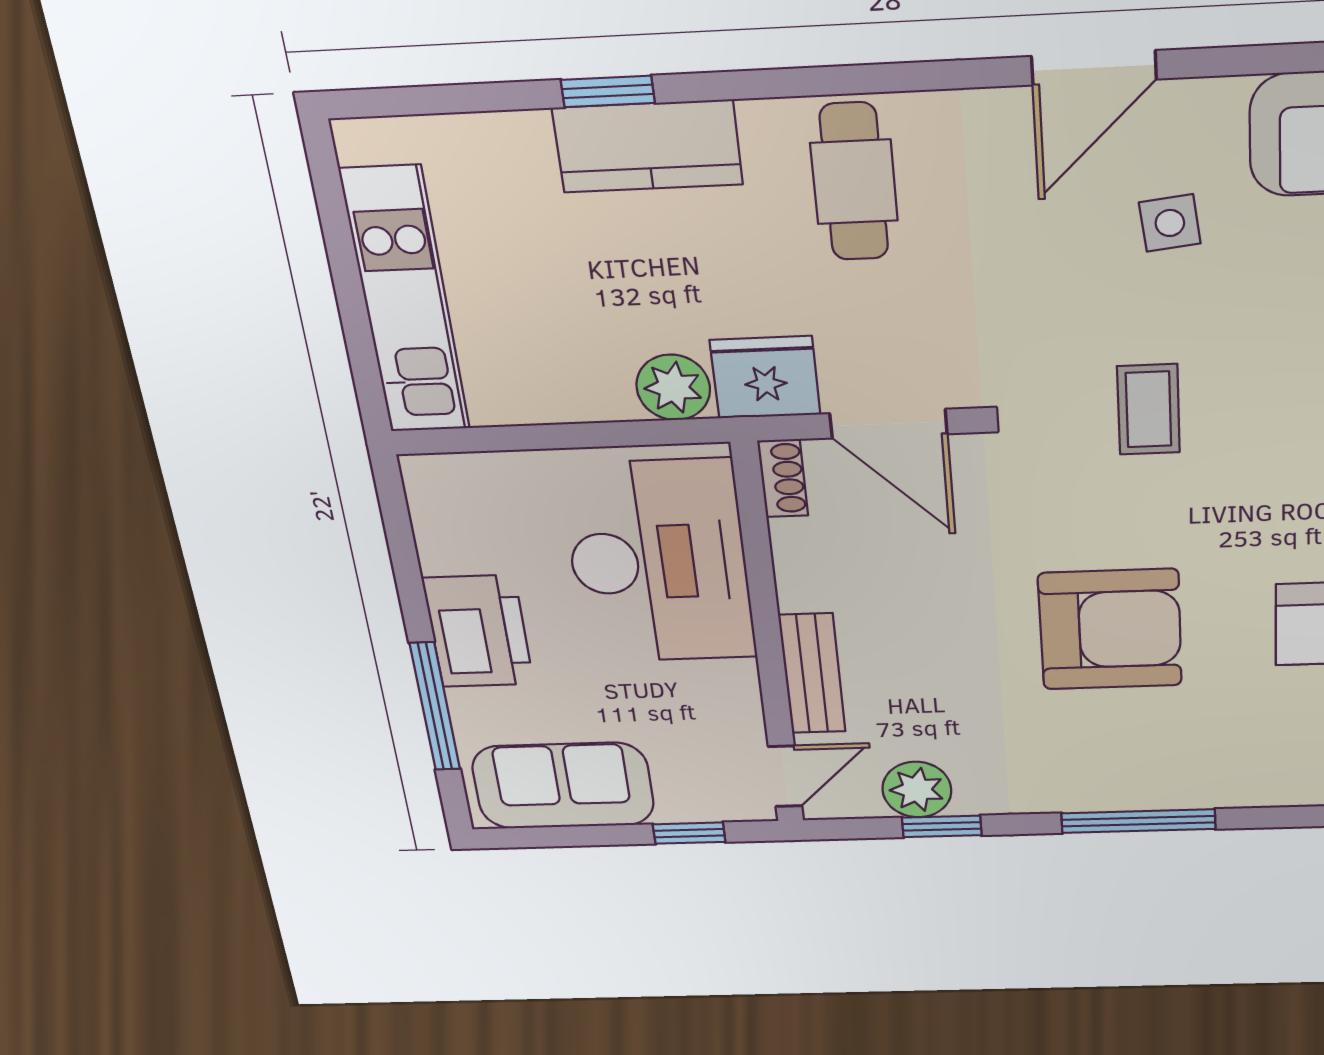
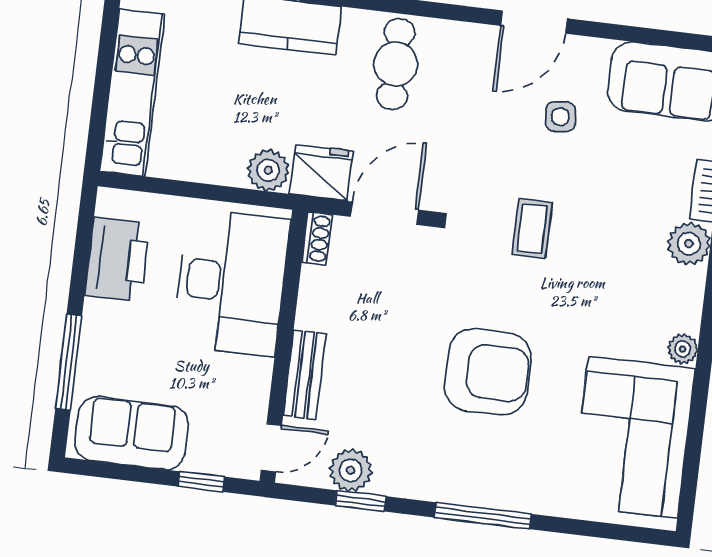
door: (889, 424) -> (385, 213), swing flipped
printer: (478, 631) -> (117, 259), moved

